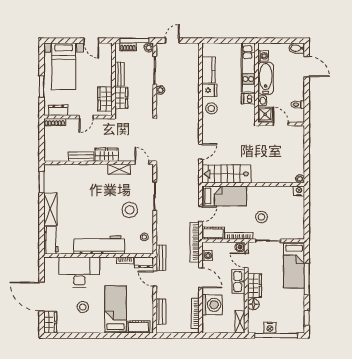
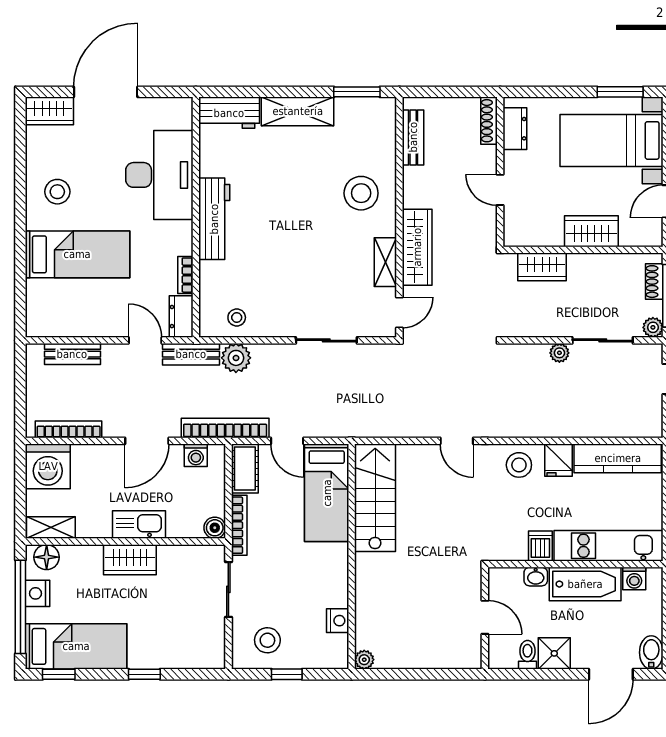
kitchen counter: (208, 70) -> (618, 458), width x1.50
bench: (119, 74) -> (595, 263), removed
window: (42, 87) -> (620, 92), moved
wardrobe: (105, 99) -> (591, 231), moved
shower: (265, 114) -> (554, 653), moved
door: (281, 124) -> (485, 617), hinge flipped
door: (200, 151) -> (457, 441), moved
wardrobe: (107, 155) -> (417, 247), width x1.50
bench: (81, 157) -> (413, 137), moved
nightstand: (299, 191) -> (338, 621), moved
stool: (130, 210) -> (361, 193), moved
window: (307, 214) -> (287, 674), added
stool: (262, 217) -> (267, 640), moved
plant: (163, 237) -> (236, 358), added
workbench: (99, 245) -> (214, 219), width x0.73, depth x0.76
door: (246, 260) -> (185, 542), removed
bed: (294, 265) -> (76, 646), moved, turned 180
door: (155, 279) -> (145, 340), hinge flipped
window: (307, 279) -> (144, 674), width x0.46
floor lamp: (253, 304) -> (47, 557), moved
washing machine: (212, 305) -> (48, 466), moved
stool: (83, 307) -> (57, 192), moved
cot: (138, 327) -> (39, 305), removed

